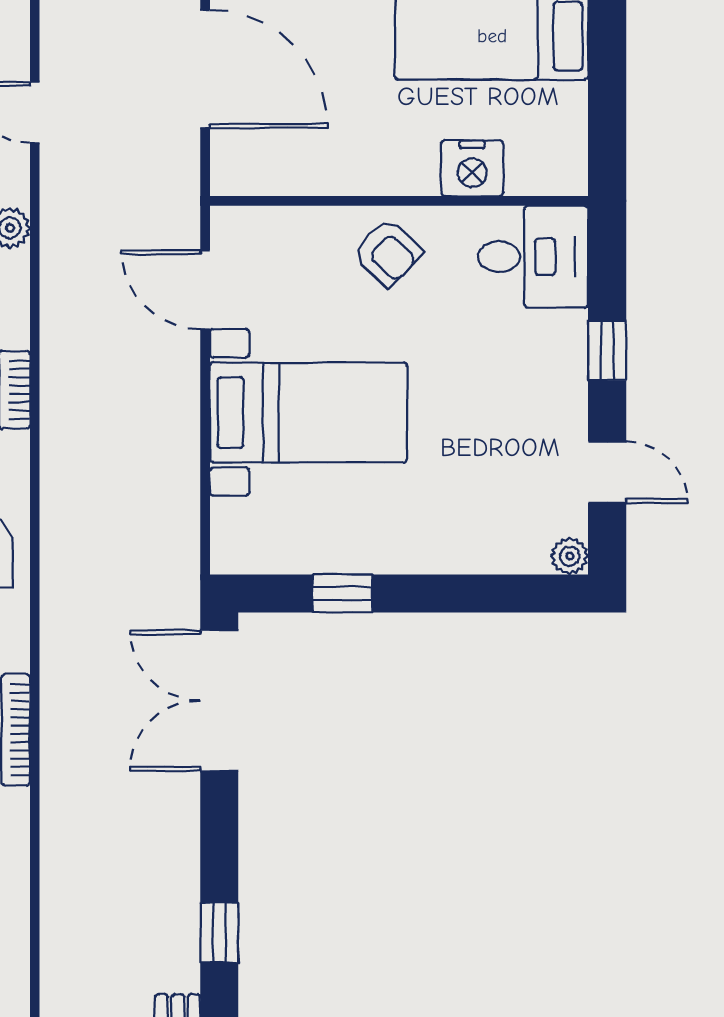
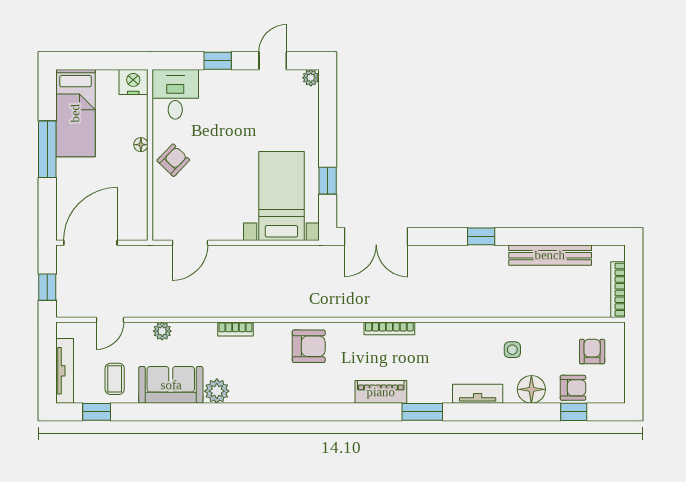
nightstand: (472, 168) -> (133, 82), moved, turned -90
floor lamp: (422, 181) -> (141, 145), added
bed with nightstands: (308, 412) -> (281, 196), moved

